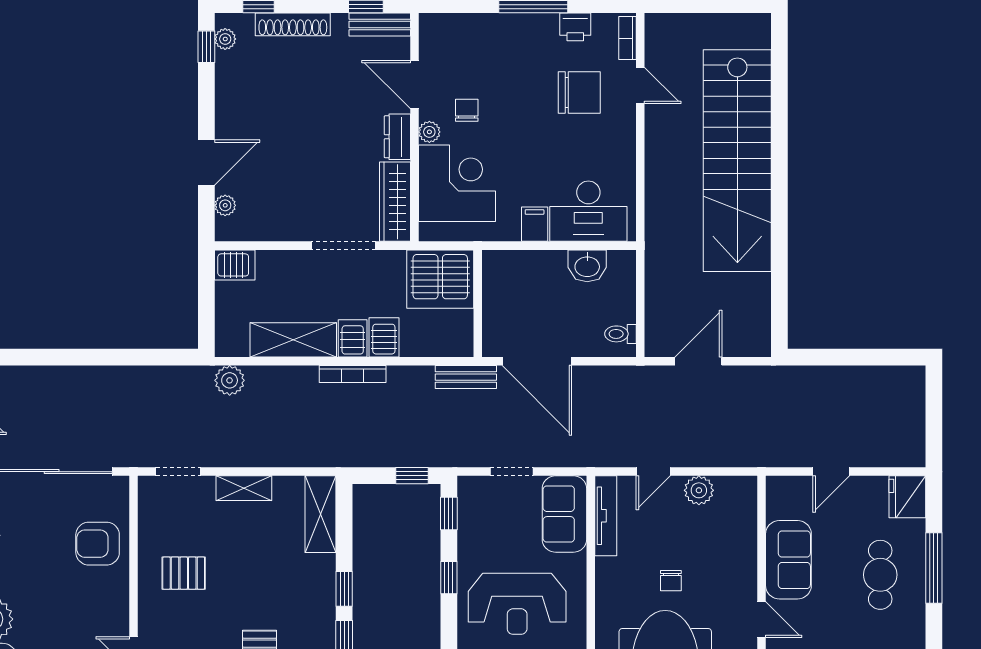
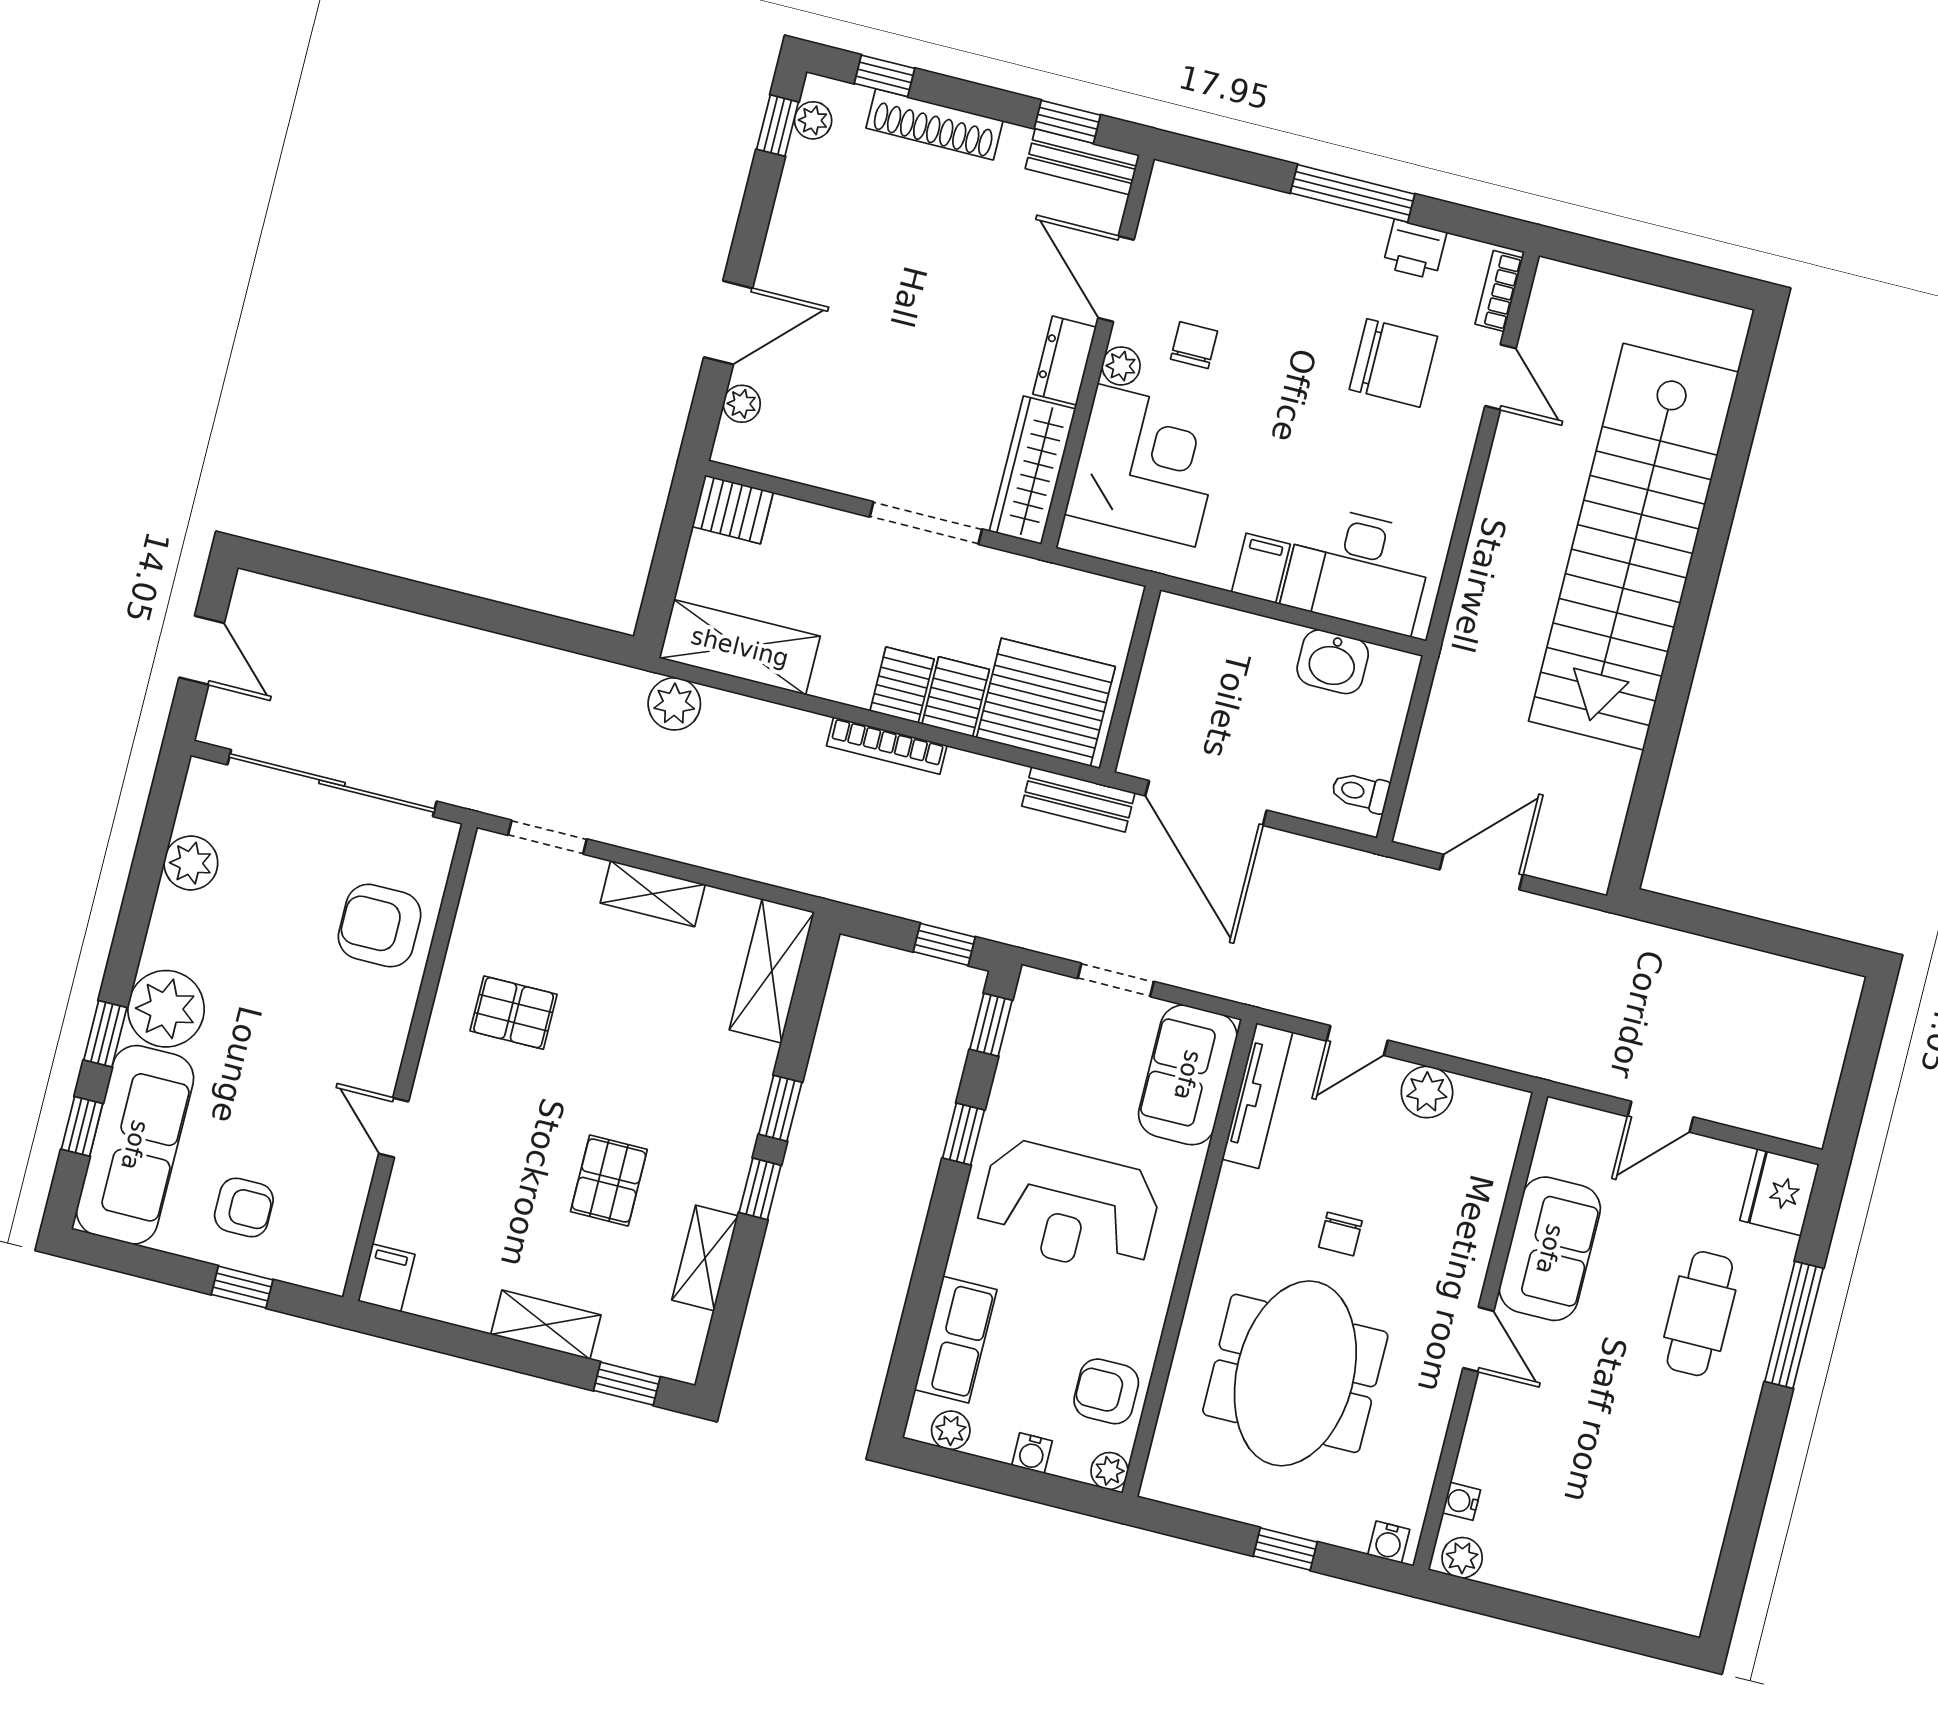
server rack: (440, 279) -> (1046, 702), moved, turned 180
shelving: (293, 340) -> (740, 647), moved

